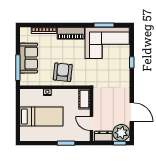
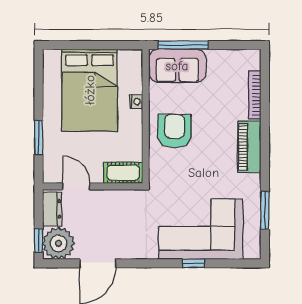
corner sofa: (107, 43) -> (201, 229), moved, turned 90
sofa: (29, 58) -> (177, 66), moved
armchair: (63, 72) -> (175, 131), turned -96
bed: (41, 117) -> (90, 90), width x1.50
door: (92, 123) -> (76, 186), hinge flipped

